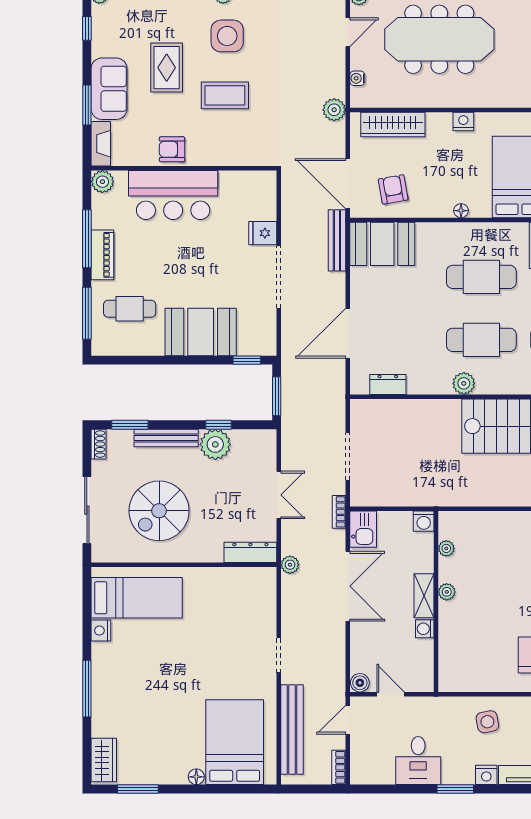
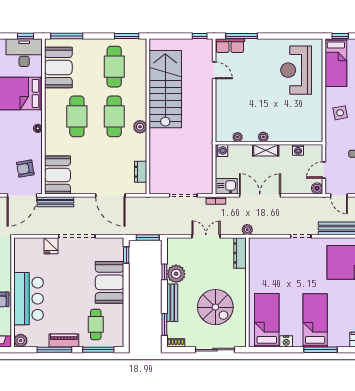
washing machine: (425, 629) -> (298, 150), moved
bed: (136, 680) -> (315, 320), added

